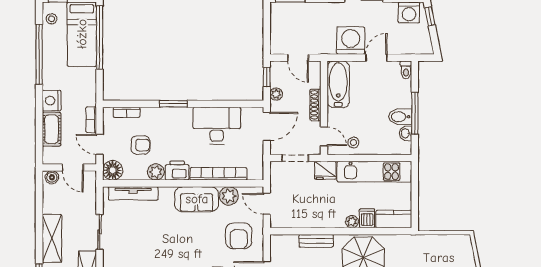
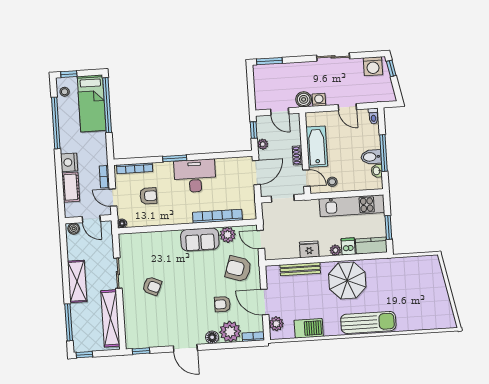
washing machine: (351, 41) -> (319, 100), width x0.53, depth x0.53
boiler: (327, 45) -> (304, 99), added
door: (376, 58) -> (347, 107), swing flipped
bathtub: (338, 84) -> (317, 147), moved
shoe rack: (315, 105) -> (298, 155), width x0.70
bookcase: (127, 112) -> (135, 168), width x1.56
desk: (217, 126) -> (195, 176), moved
floor lamp: (113, 170) -> (122, 223), width x0.53, depth x0.53
fridge: (325, 170) -> (309, 249), moved, turned 180
printer: (177, 171) -> (181, 216), removed
plant: (156, 172) -> (163, 218), removed
tv unit: (133, 193) -> (145, 238), removed
window: (415, 199) -> (388, 227), added
armchair: (239, 236) -> (238, 269), turned 108
bench: (316, 241) -> (300, 269), width x1.36
armchair: (138, 249) -> (152, 286), added

